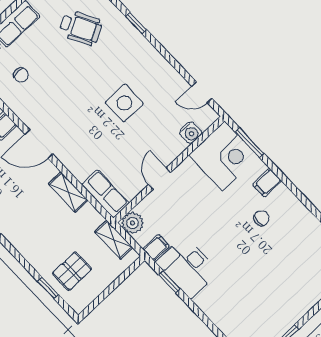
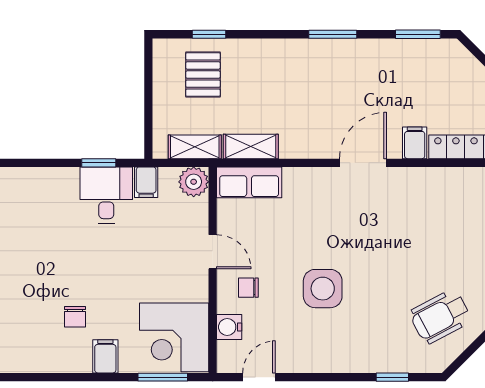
chair: (21, 75) -> (248, 288), moved
shelving: (68, 192) -> (251, 146), moved
desk: (187, 267) -> (106, 195), width x0.73

